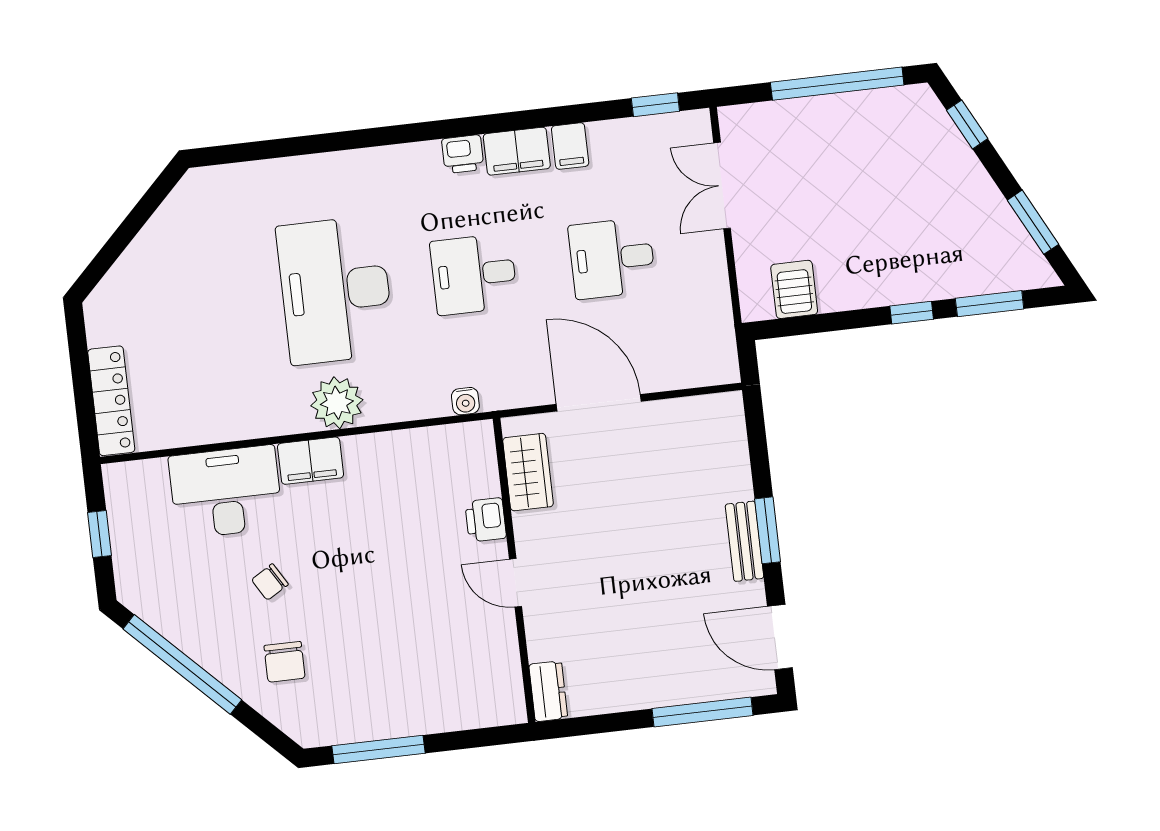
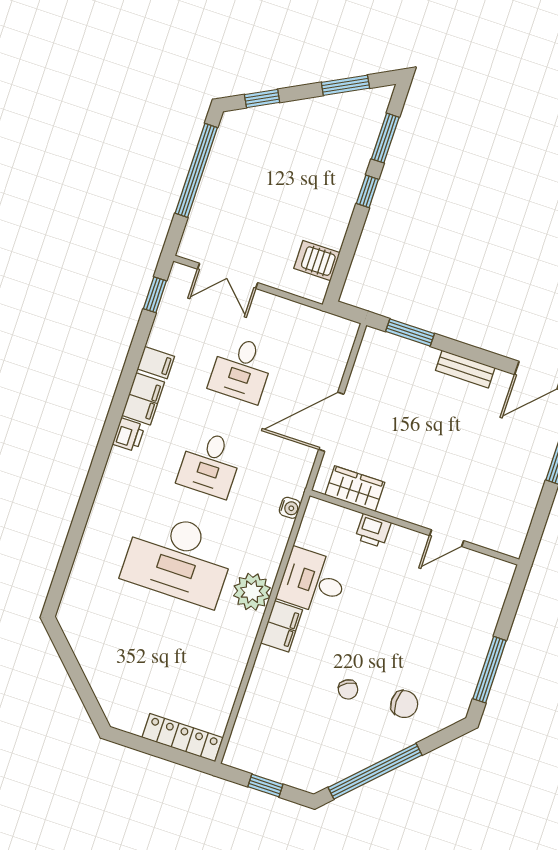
desk: (226, 492) -> (313, 581), moved, width x0.73
window: (768, 530) -> (410, 332), moved
door: (516, 583) -> (447, 538), moved
dresser: (548, 691) -> (503, 542), removed

